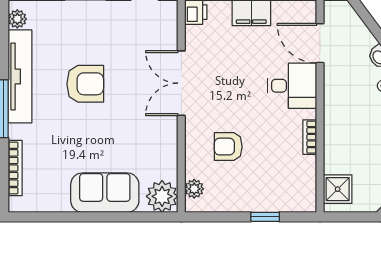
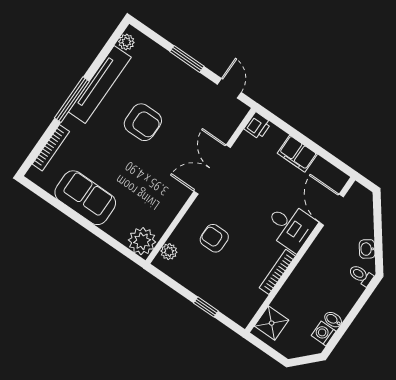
bookcase: (310, 137) -> (277, 272), width x1.56
sofa: (105, 193) -> (85, 198), moved

